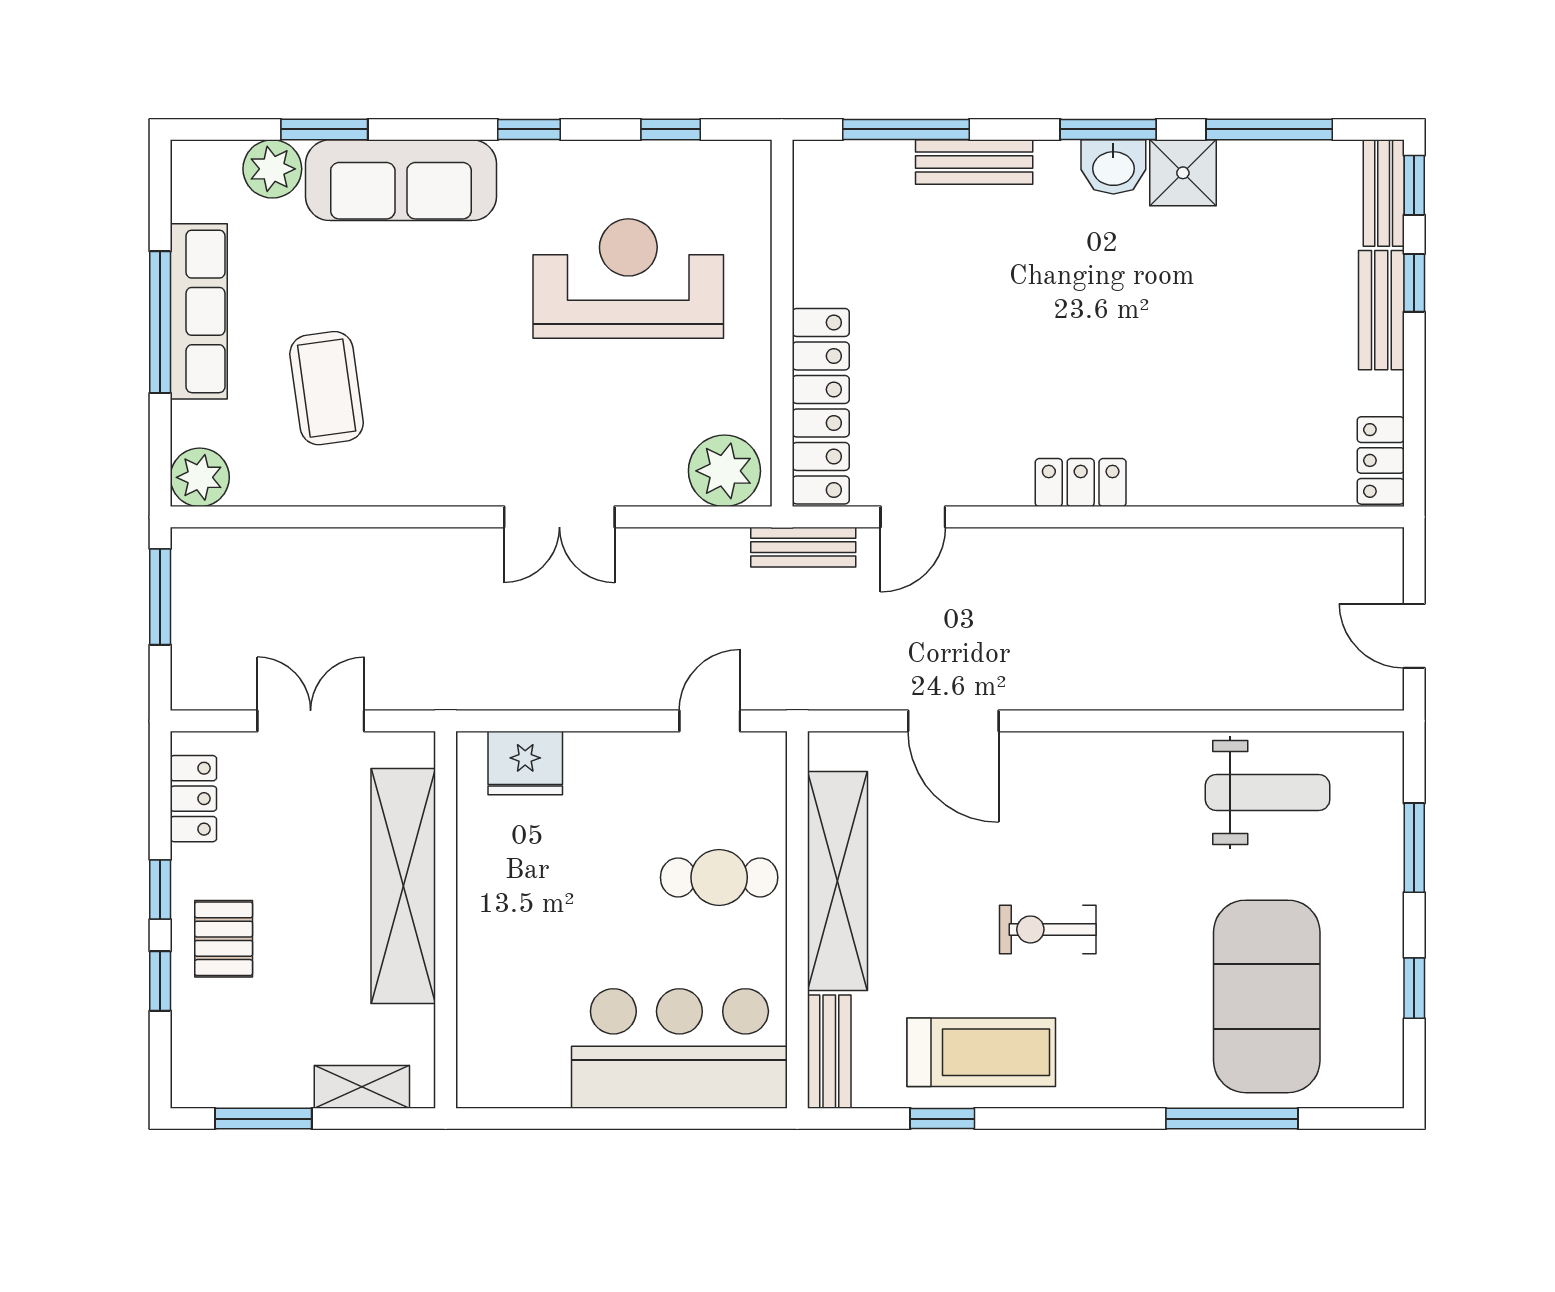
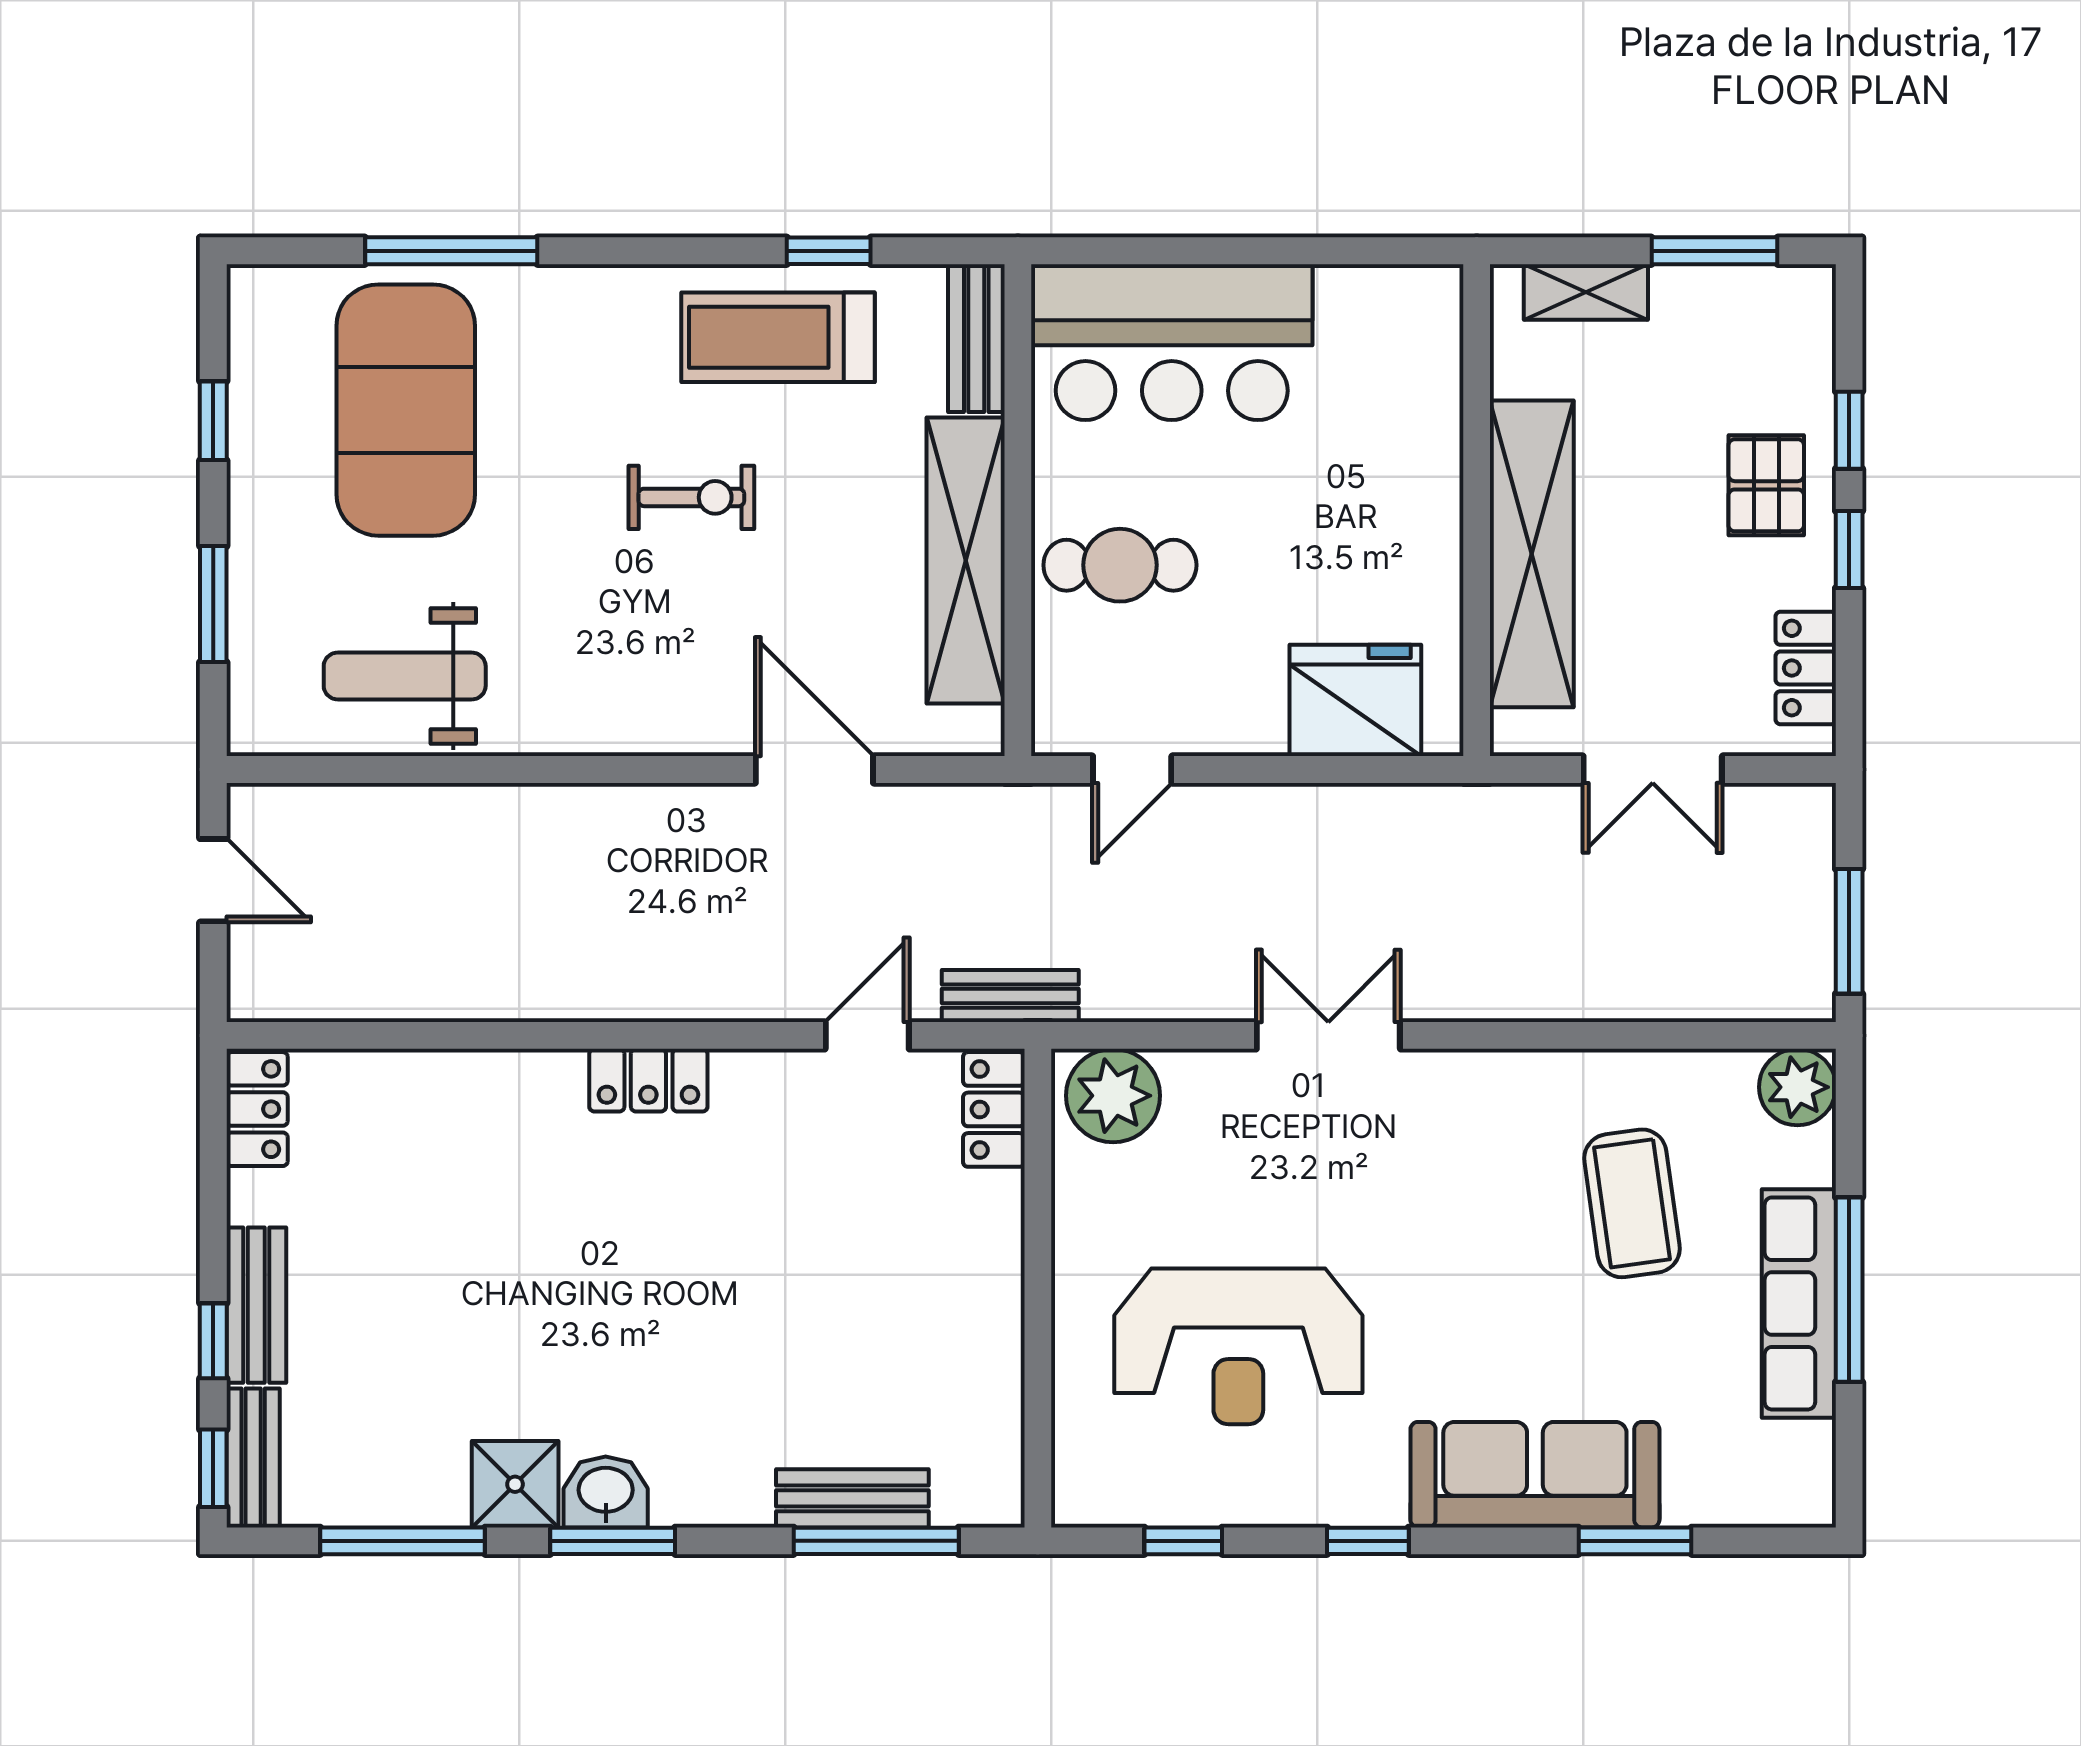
bench: (974, 162) -> (852, 1498), moved
plant: (272, 169) -> (1703, 1489), removed
locker: (821, 406) -> (994, 1109), width x0.46, depth x0.83
fridge: (525, 763) -> (1355, 700), width x1.36, depth x1.34

